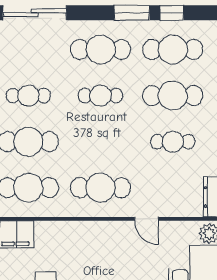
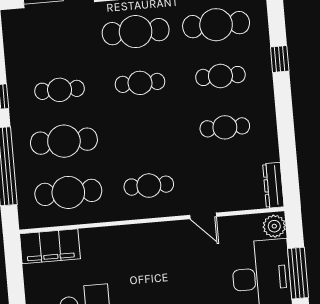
cafe table: (173, 96) -> (220, 76), width x0.73, depth x0.74
cafe table: (101, 188) -> (149, 186), width x0.73, depth x0.74

